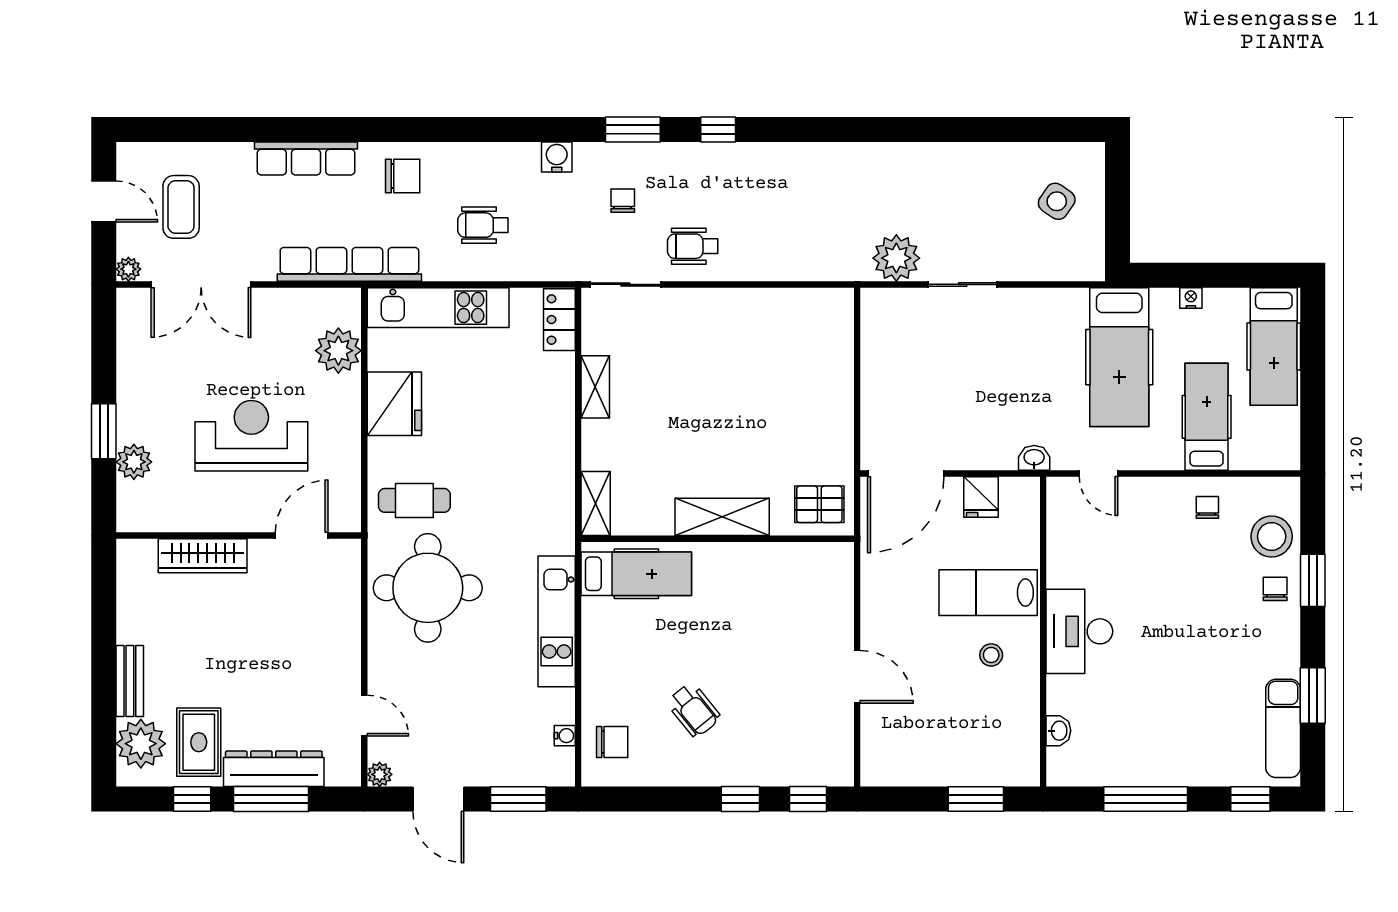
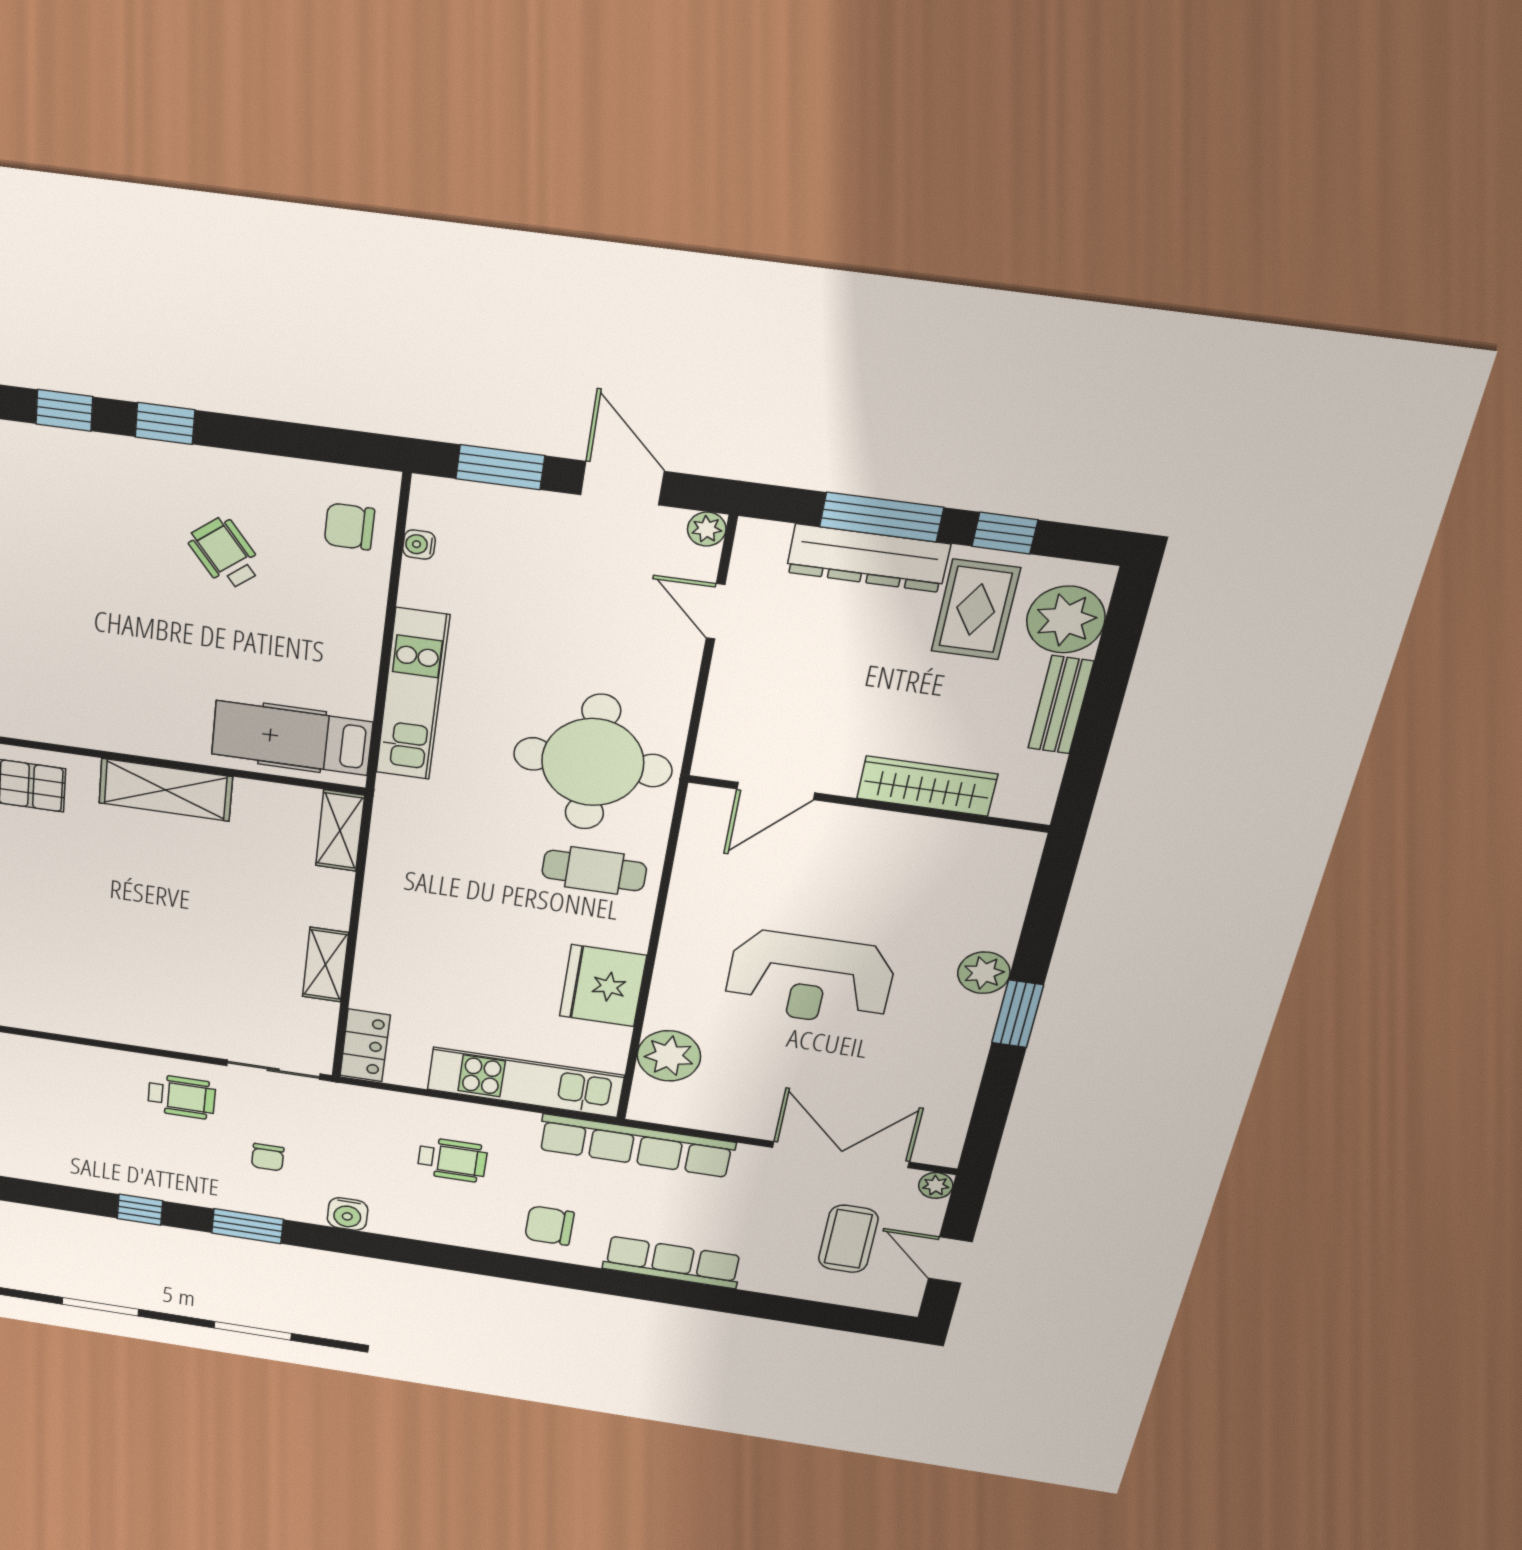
wall: (239, 536) -> (868, 804), moved
door: (302, 536) -> (776, 791), moved
wardrobe: (203, 556) -> (927, 786), moved

